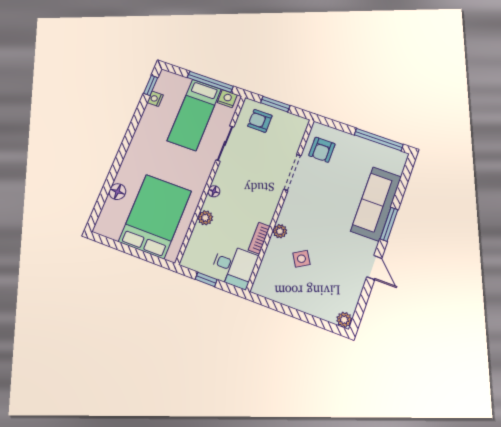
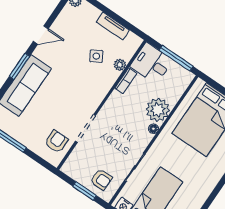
plant: (205, 218) -> (158, 110), width x1.87, depth x1.87
plant: (280, 231) -> (120, 65), moved
door: (374, 268) -> (41, 35), swing flipped
window: (206, 279) -> (176, 58), width x2.17
tv unit: (291, 300) -> (113, 26), added

